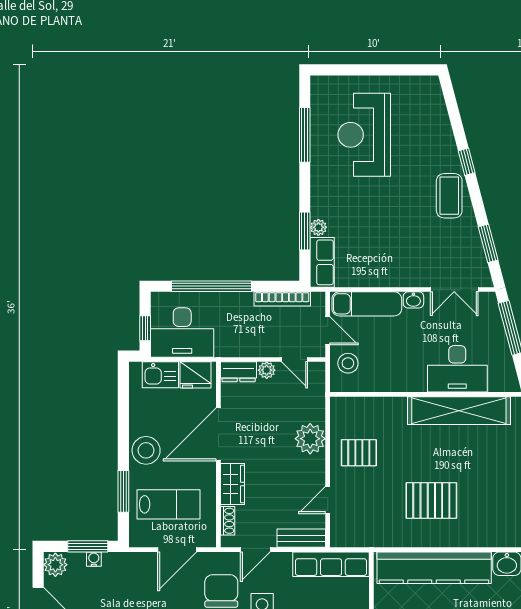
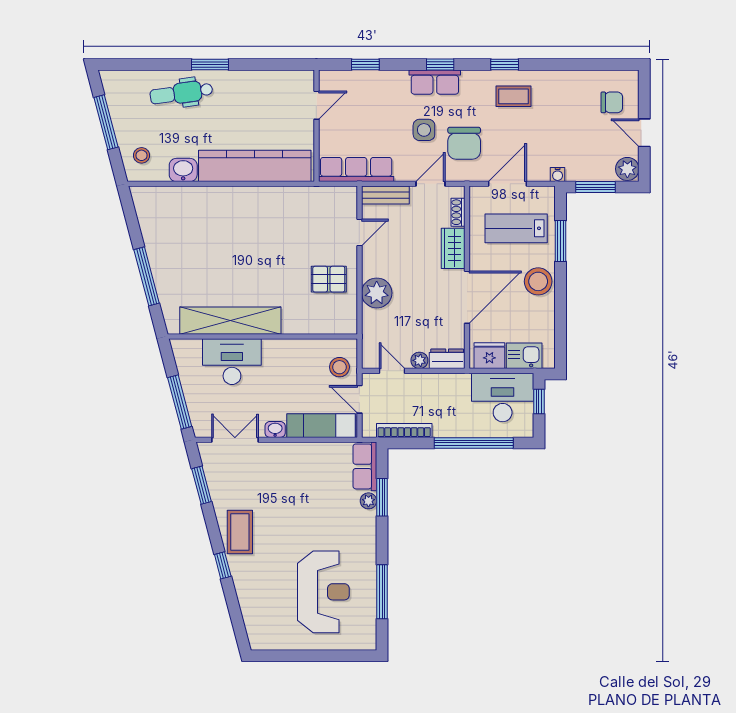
pallet: (431, 500) -> (257, 232), removed
water cooler: (94, 559) -> (558, 174), moved

